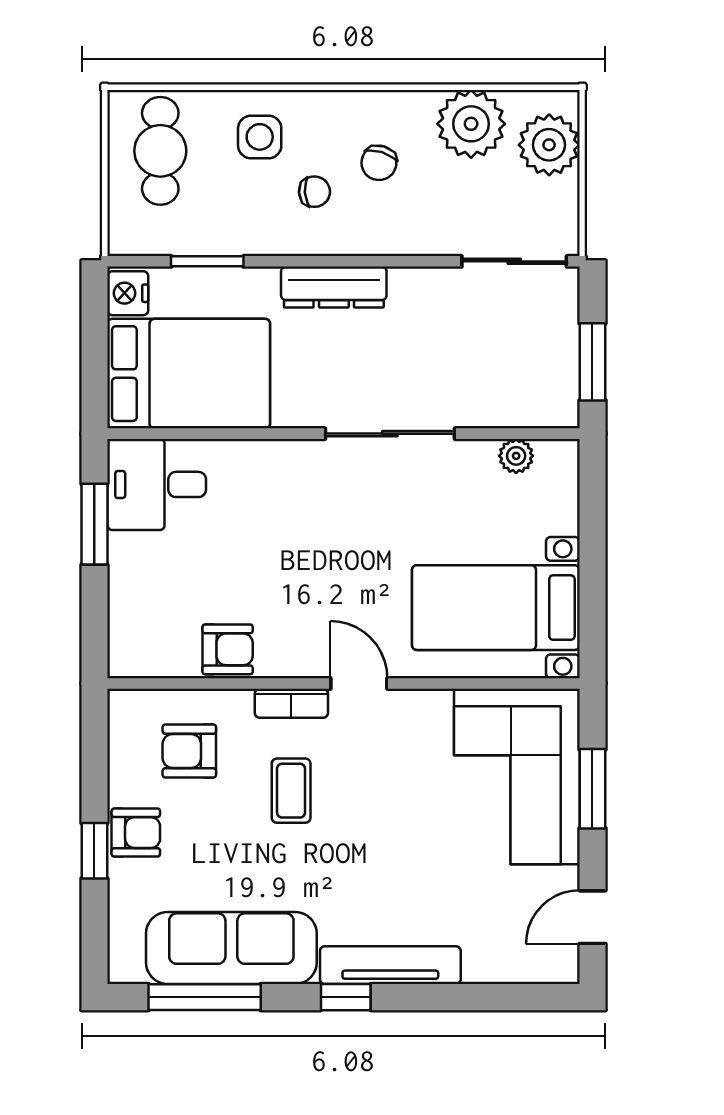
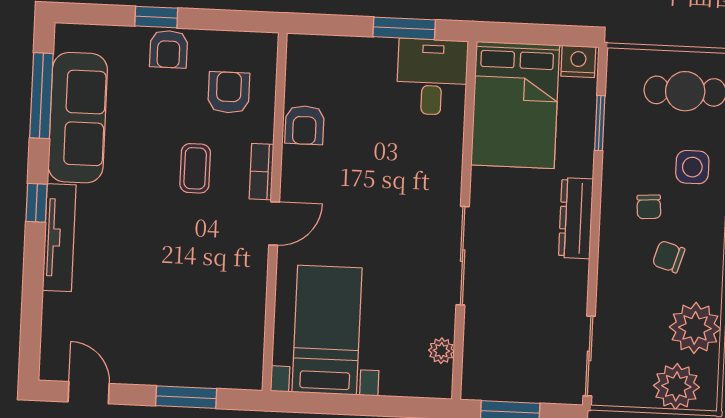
corner sofa: (517, 776) -> (198, 340), removed
coffee table: (291, 791) -> (195, 168), turned 90

